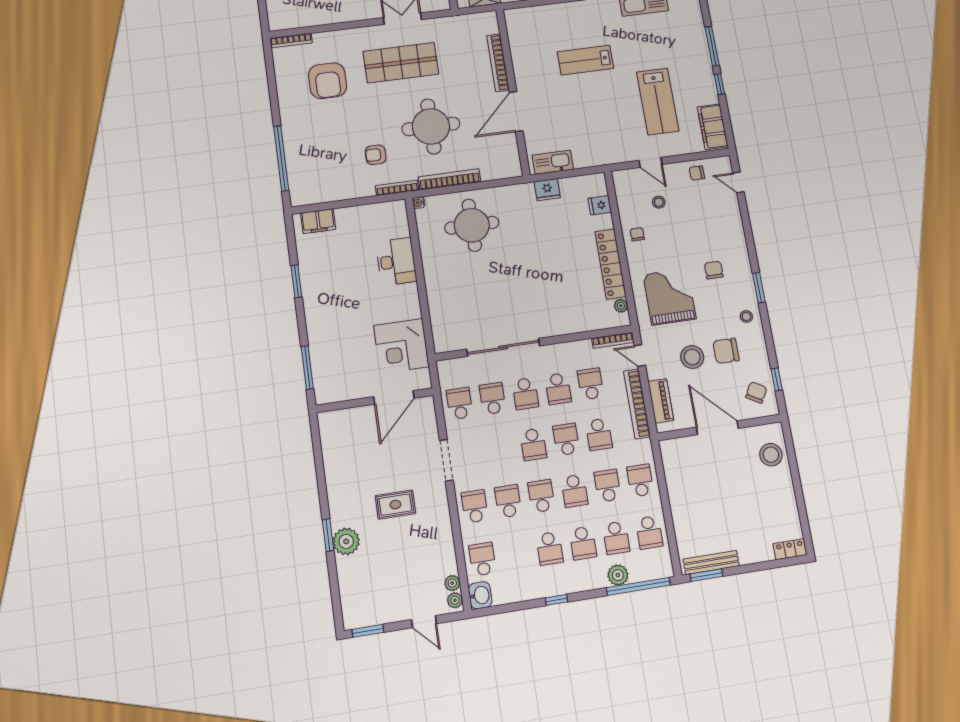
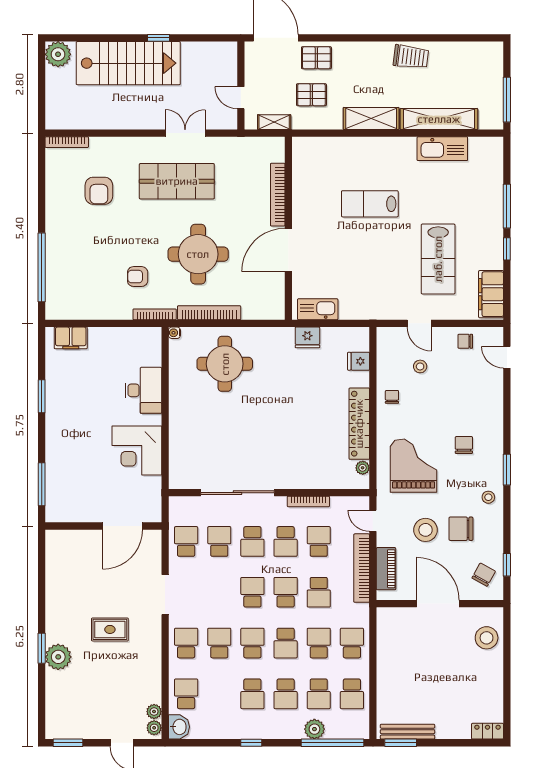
armchair: (328, 81) -> (99, 191), width x0.73, depth x0.73
bookcase: (613, 340) -> (308, 501), moved
corner desk: (401, 346) -> (137, 450), moved
school desk: (533, 444) -> (252, 592), turned 180

